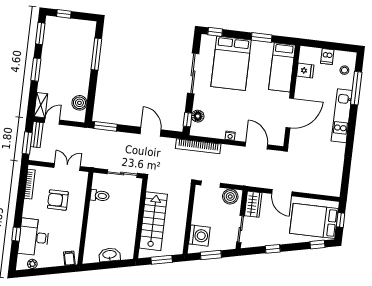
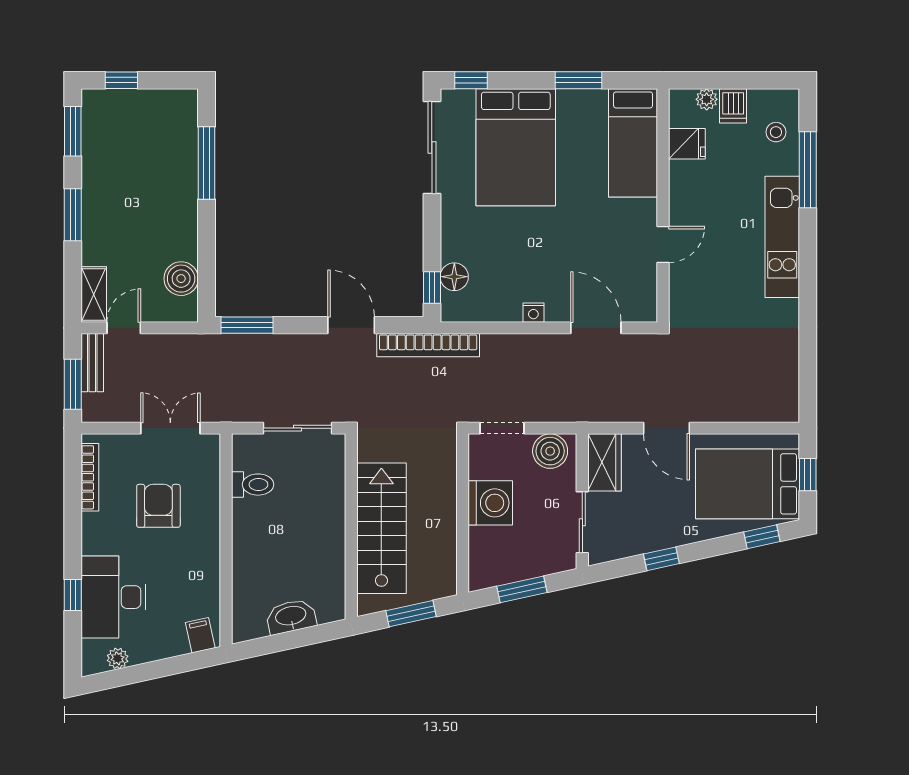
plant: (316, 52) -> (707, 99), added
sliding door: (193, 73) -> (432, 148), moved
door: (290, 113) -> (663, 244), width x0.53
bookcase: (198, 146) -> (428, 345), moved
armchair: (58, 200) -> (158, 506), turned 90
washing machine: (199, 236) -> (490, 503), moved

